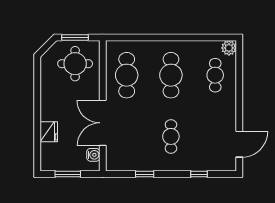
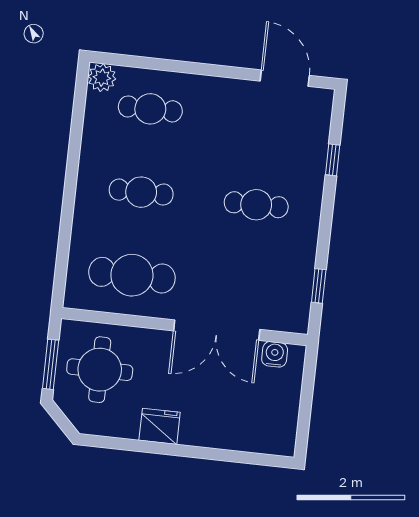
cafe table: (171, 75) -> (141, 192), width x0.73, depth x0.74
fridge: (49, 132) -> (160, 426), moved
window: (68, 174) -> (305, 406), removed
window: (145, 174) -> (319, 286), moved

